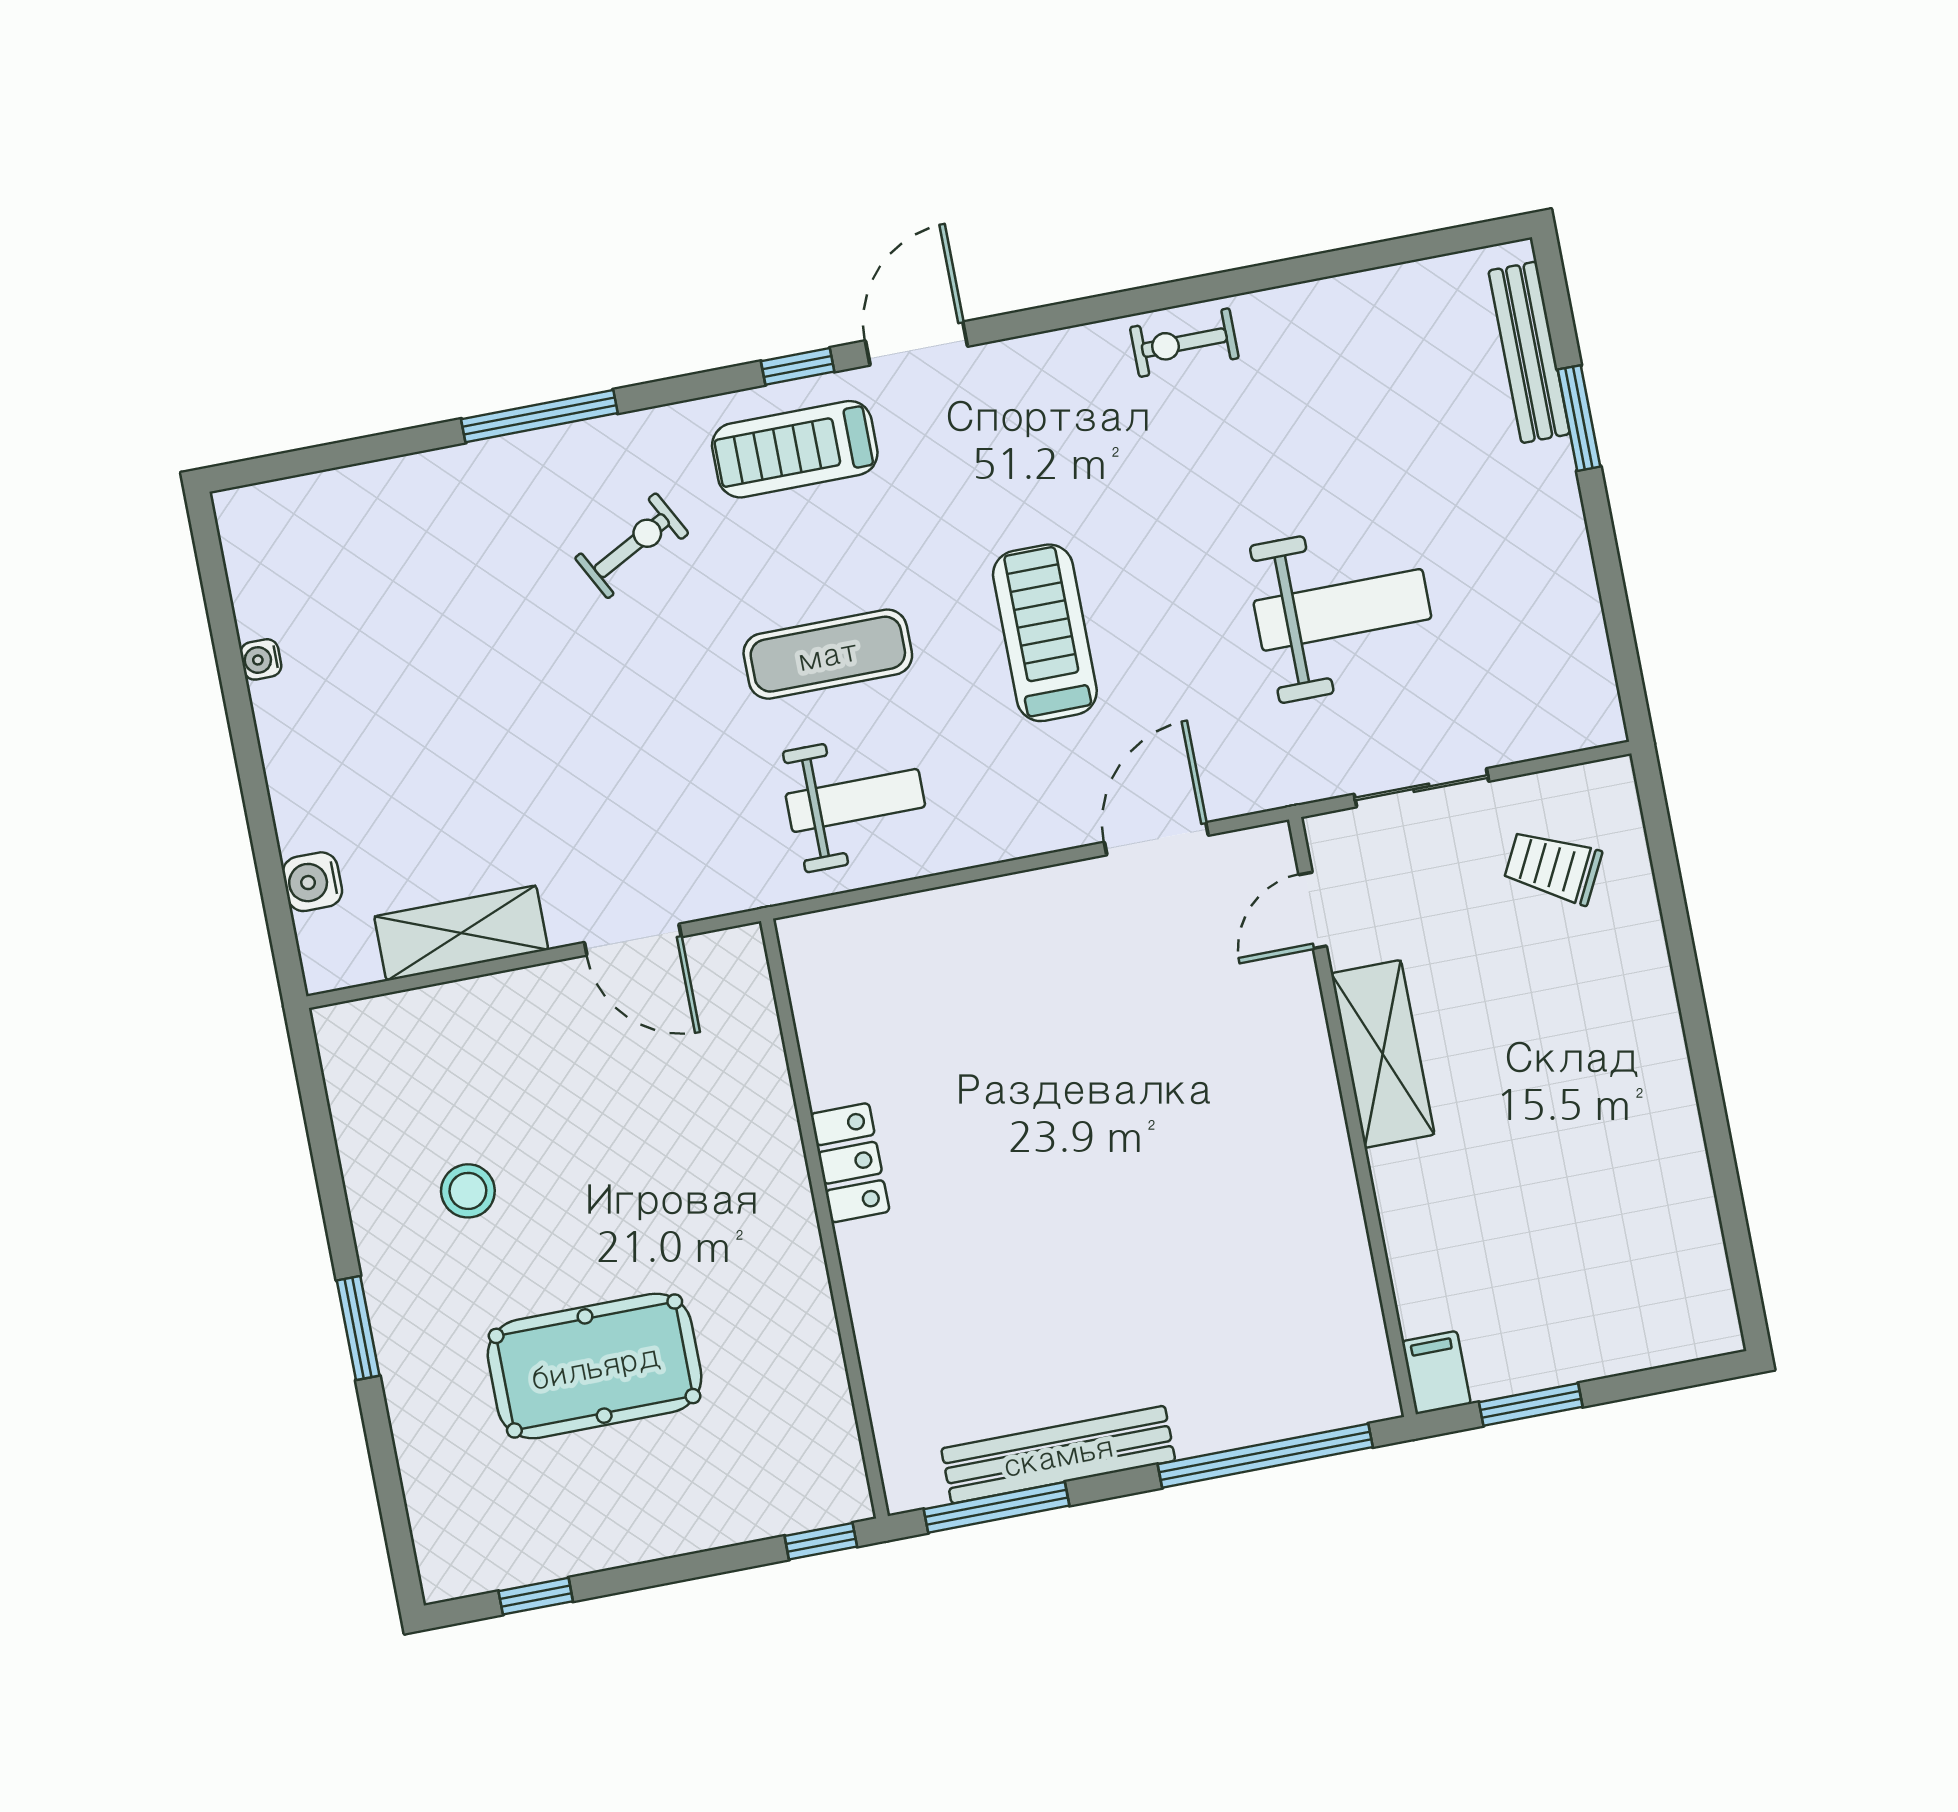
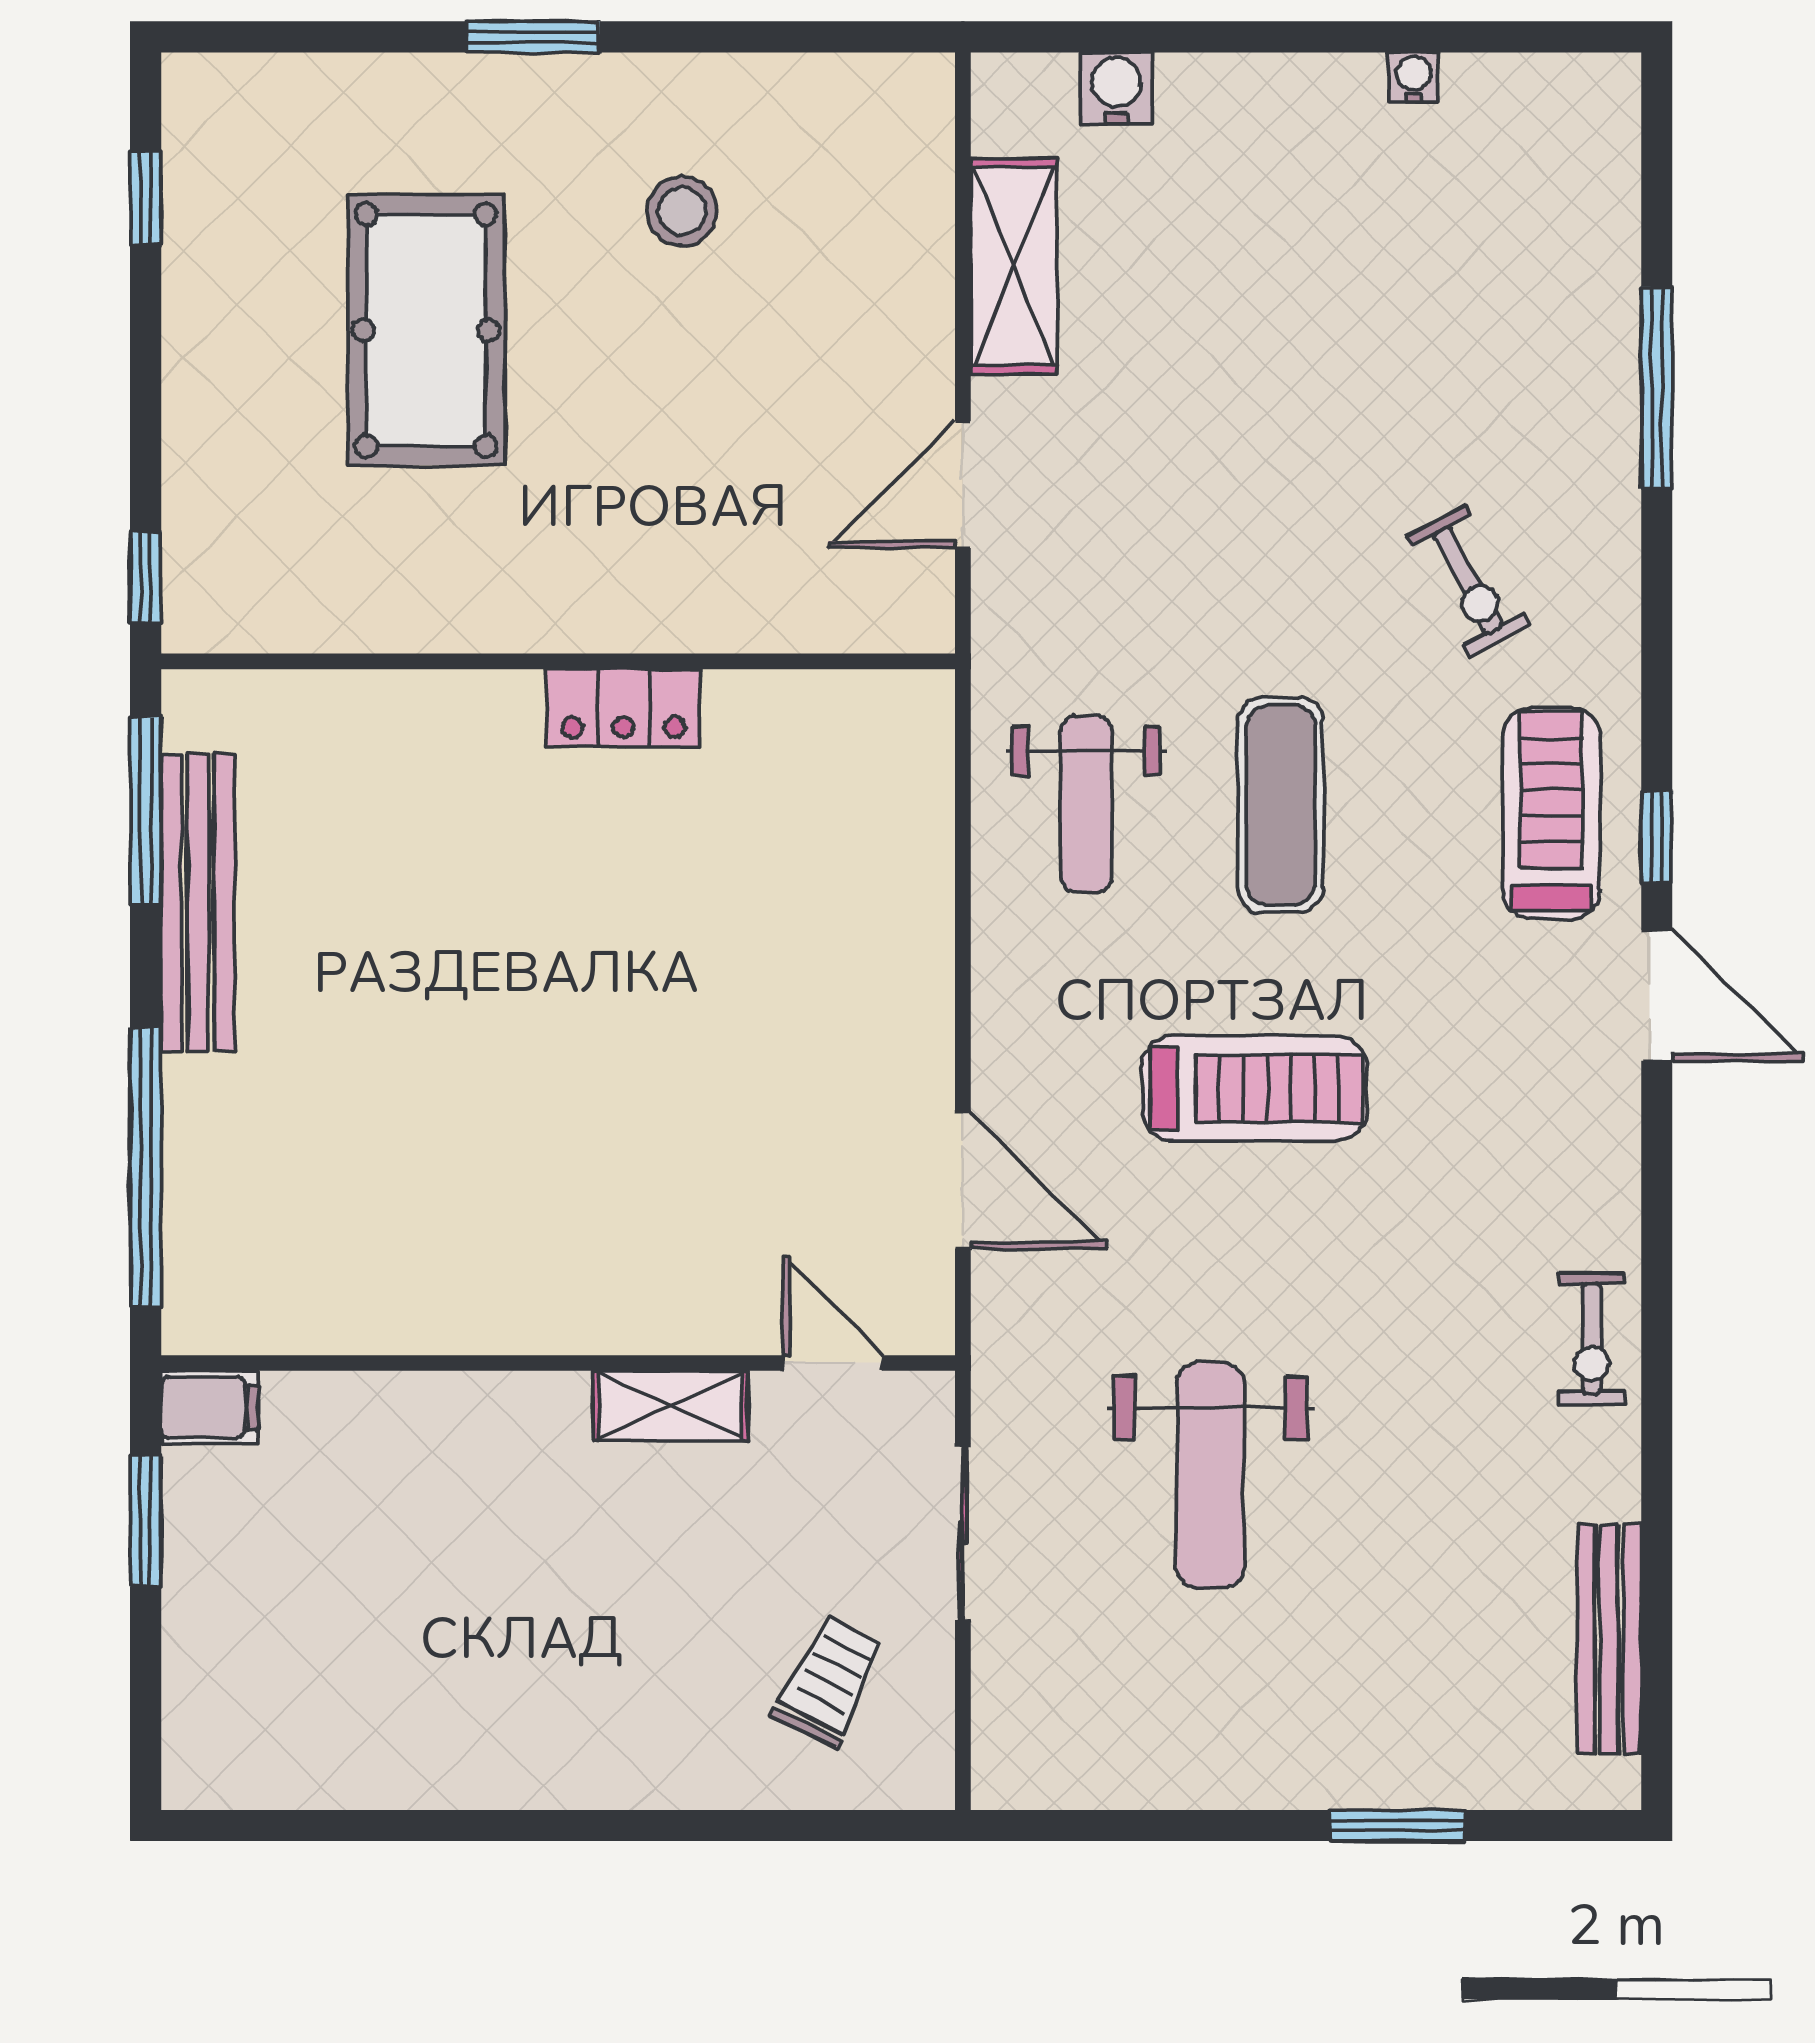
exercise bike: (1184, 343) -> (1592, 1339), turned 180
bench: (1529, 352) -> (1609, 1639), moved, turned 90
window: (539, 416) -> (1657, 388), moved
shelving: (1383, 1054) -> (670, 1406), width x0.67, depth x0.75

